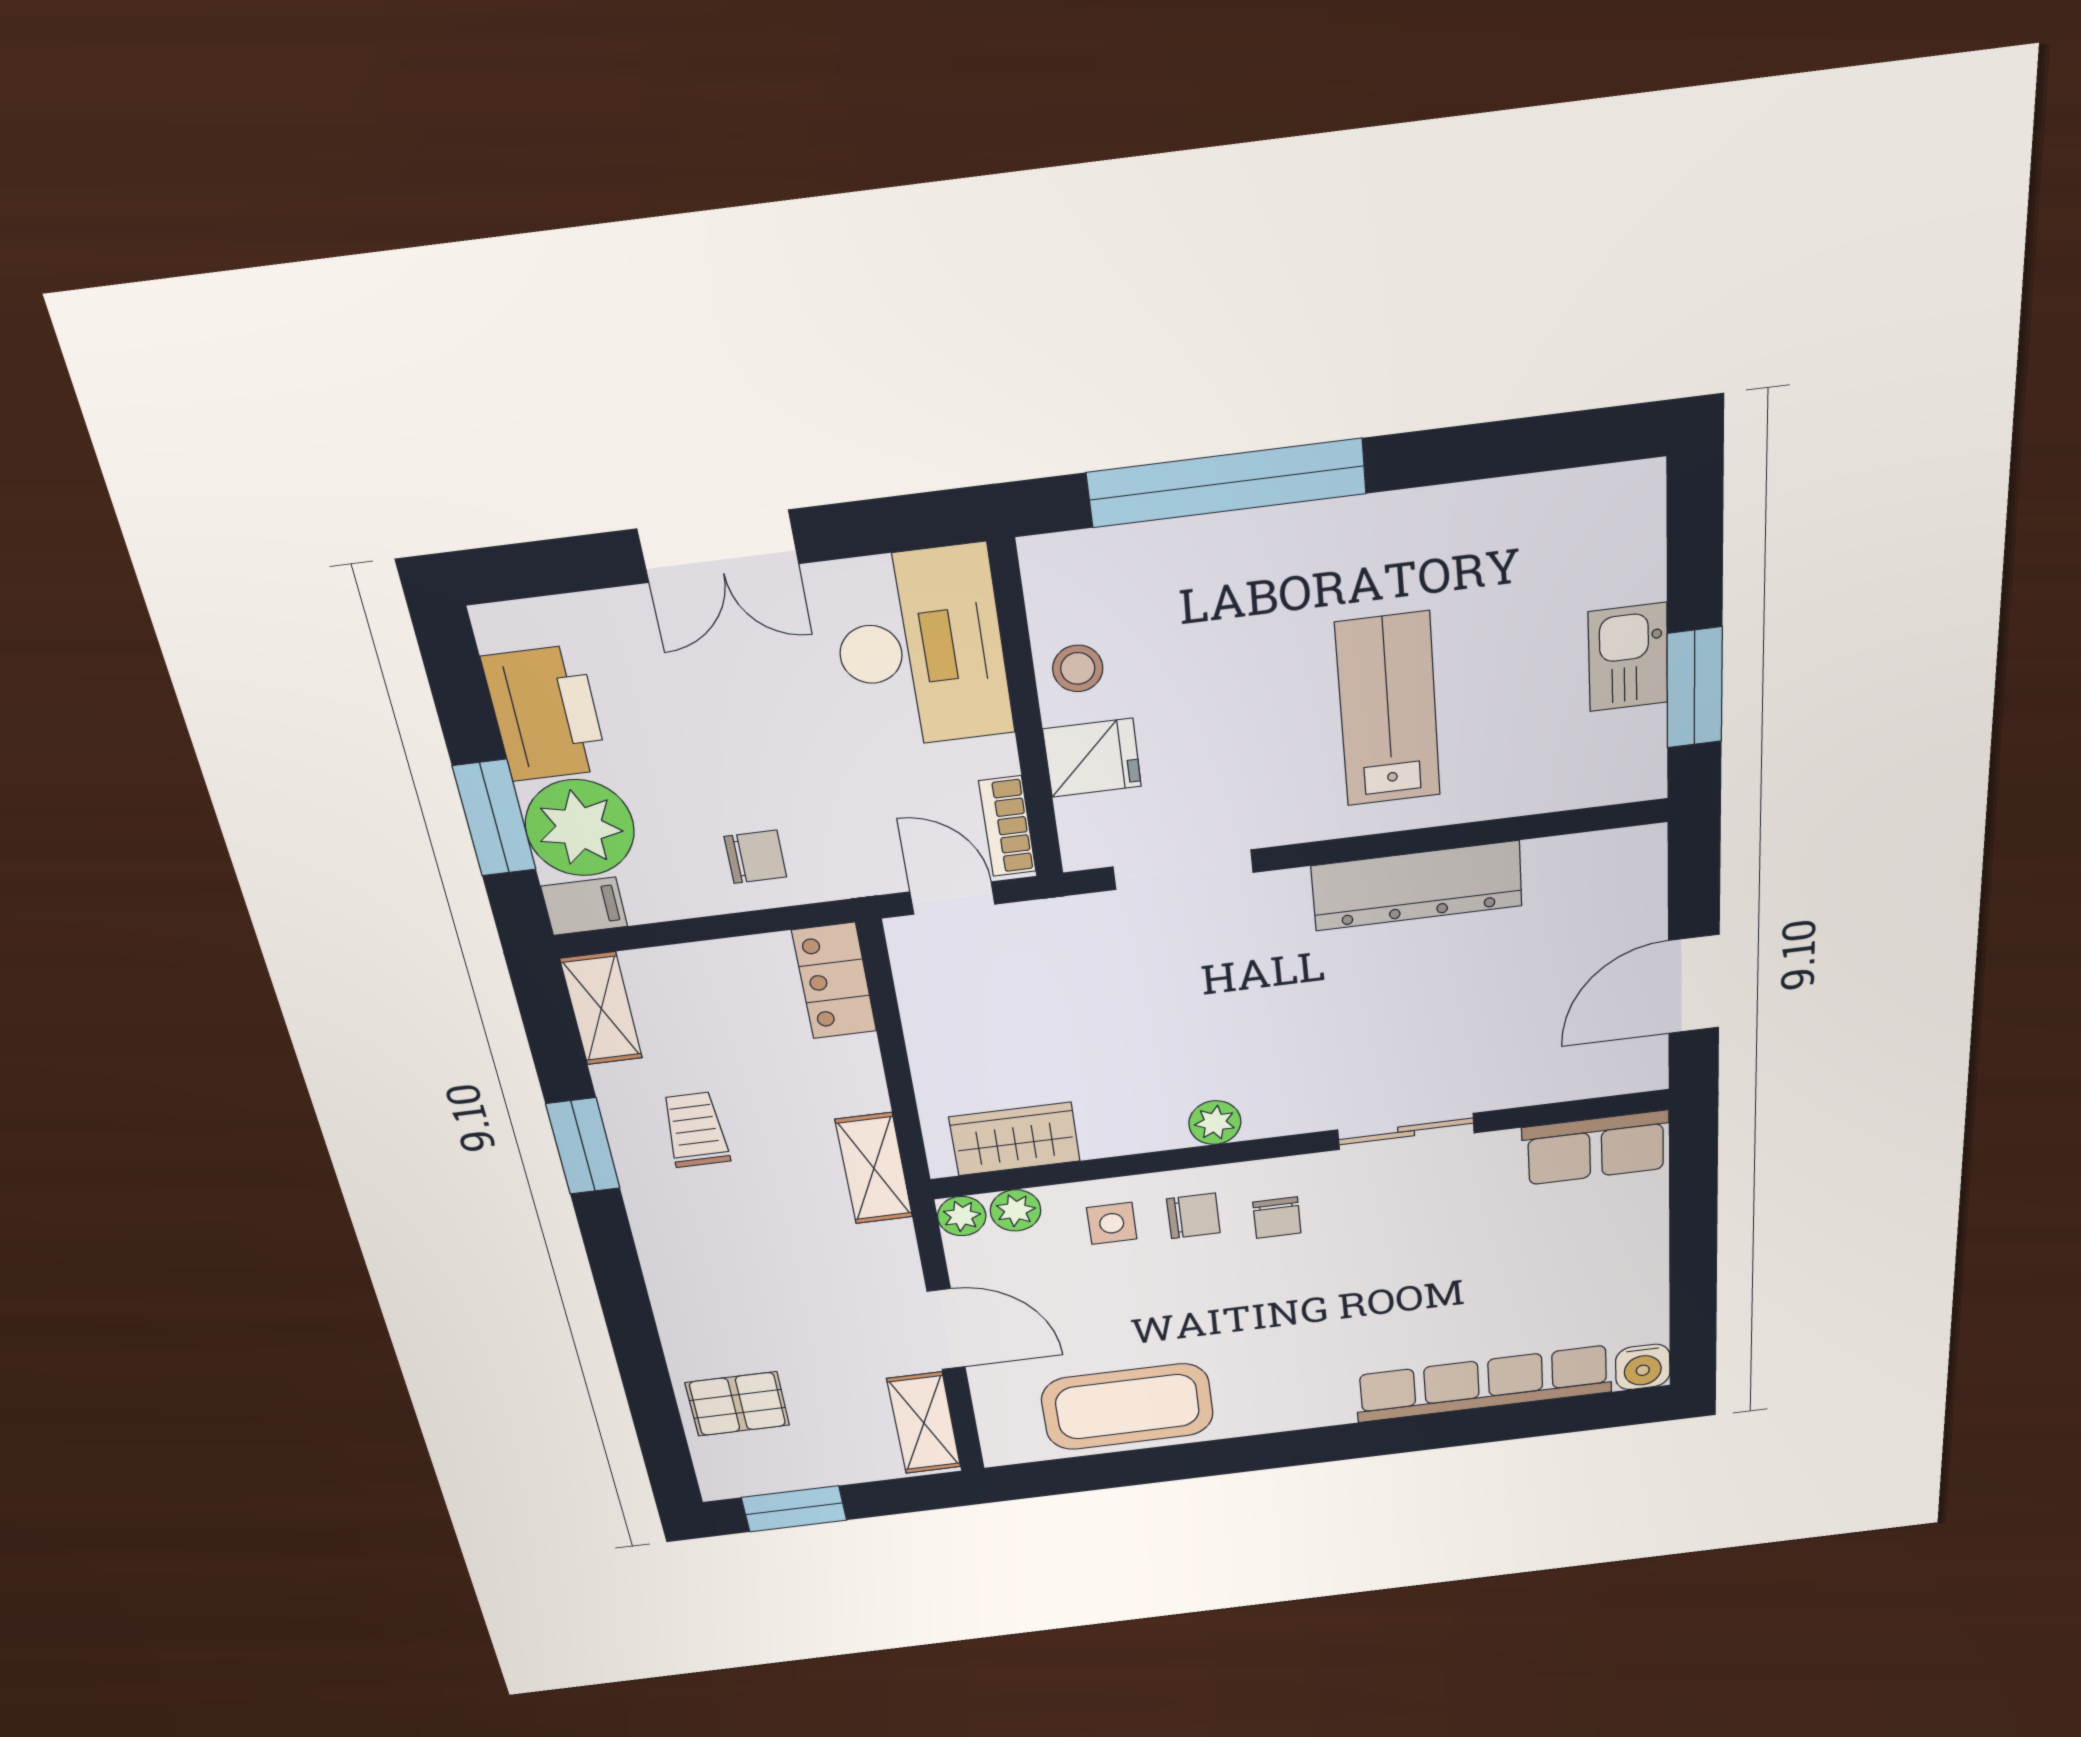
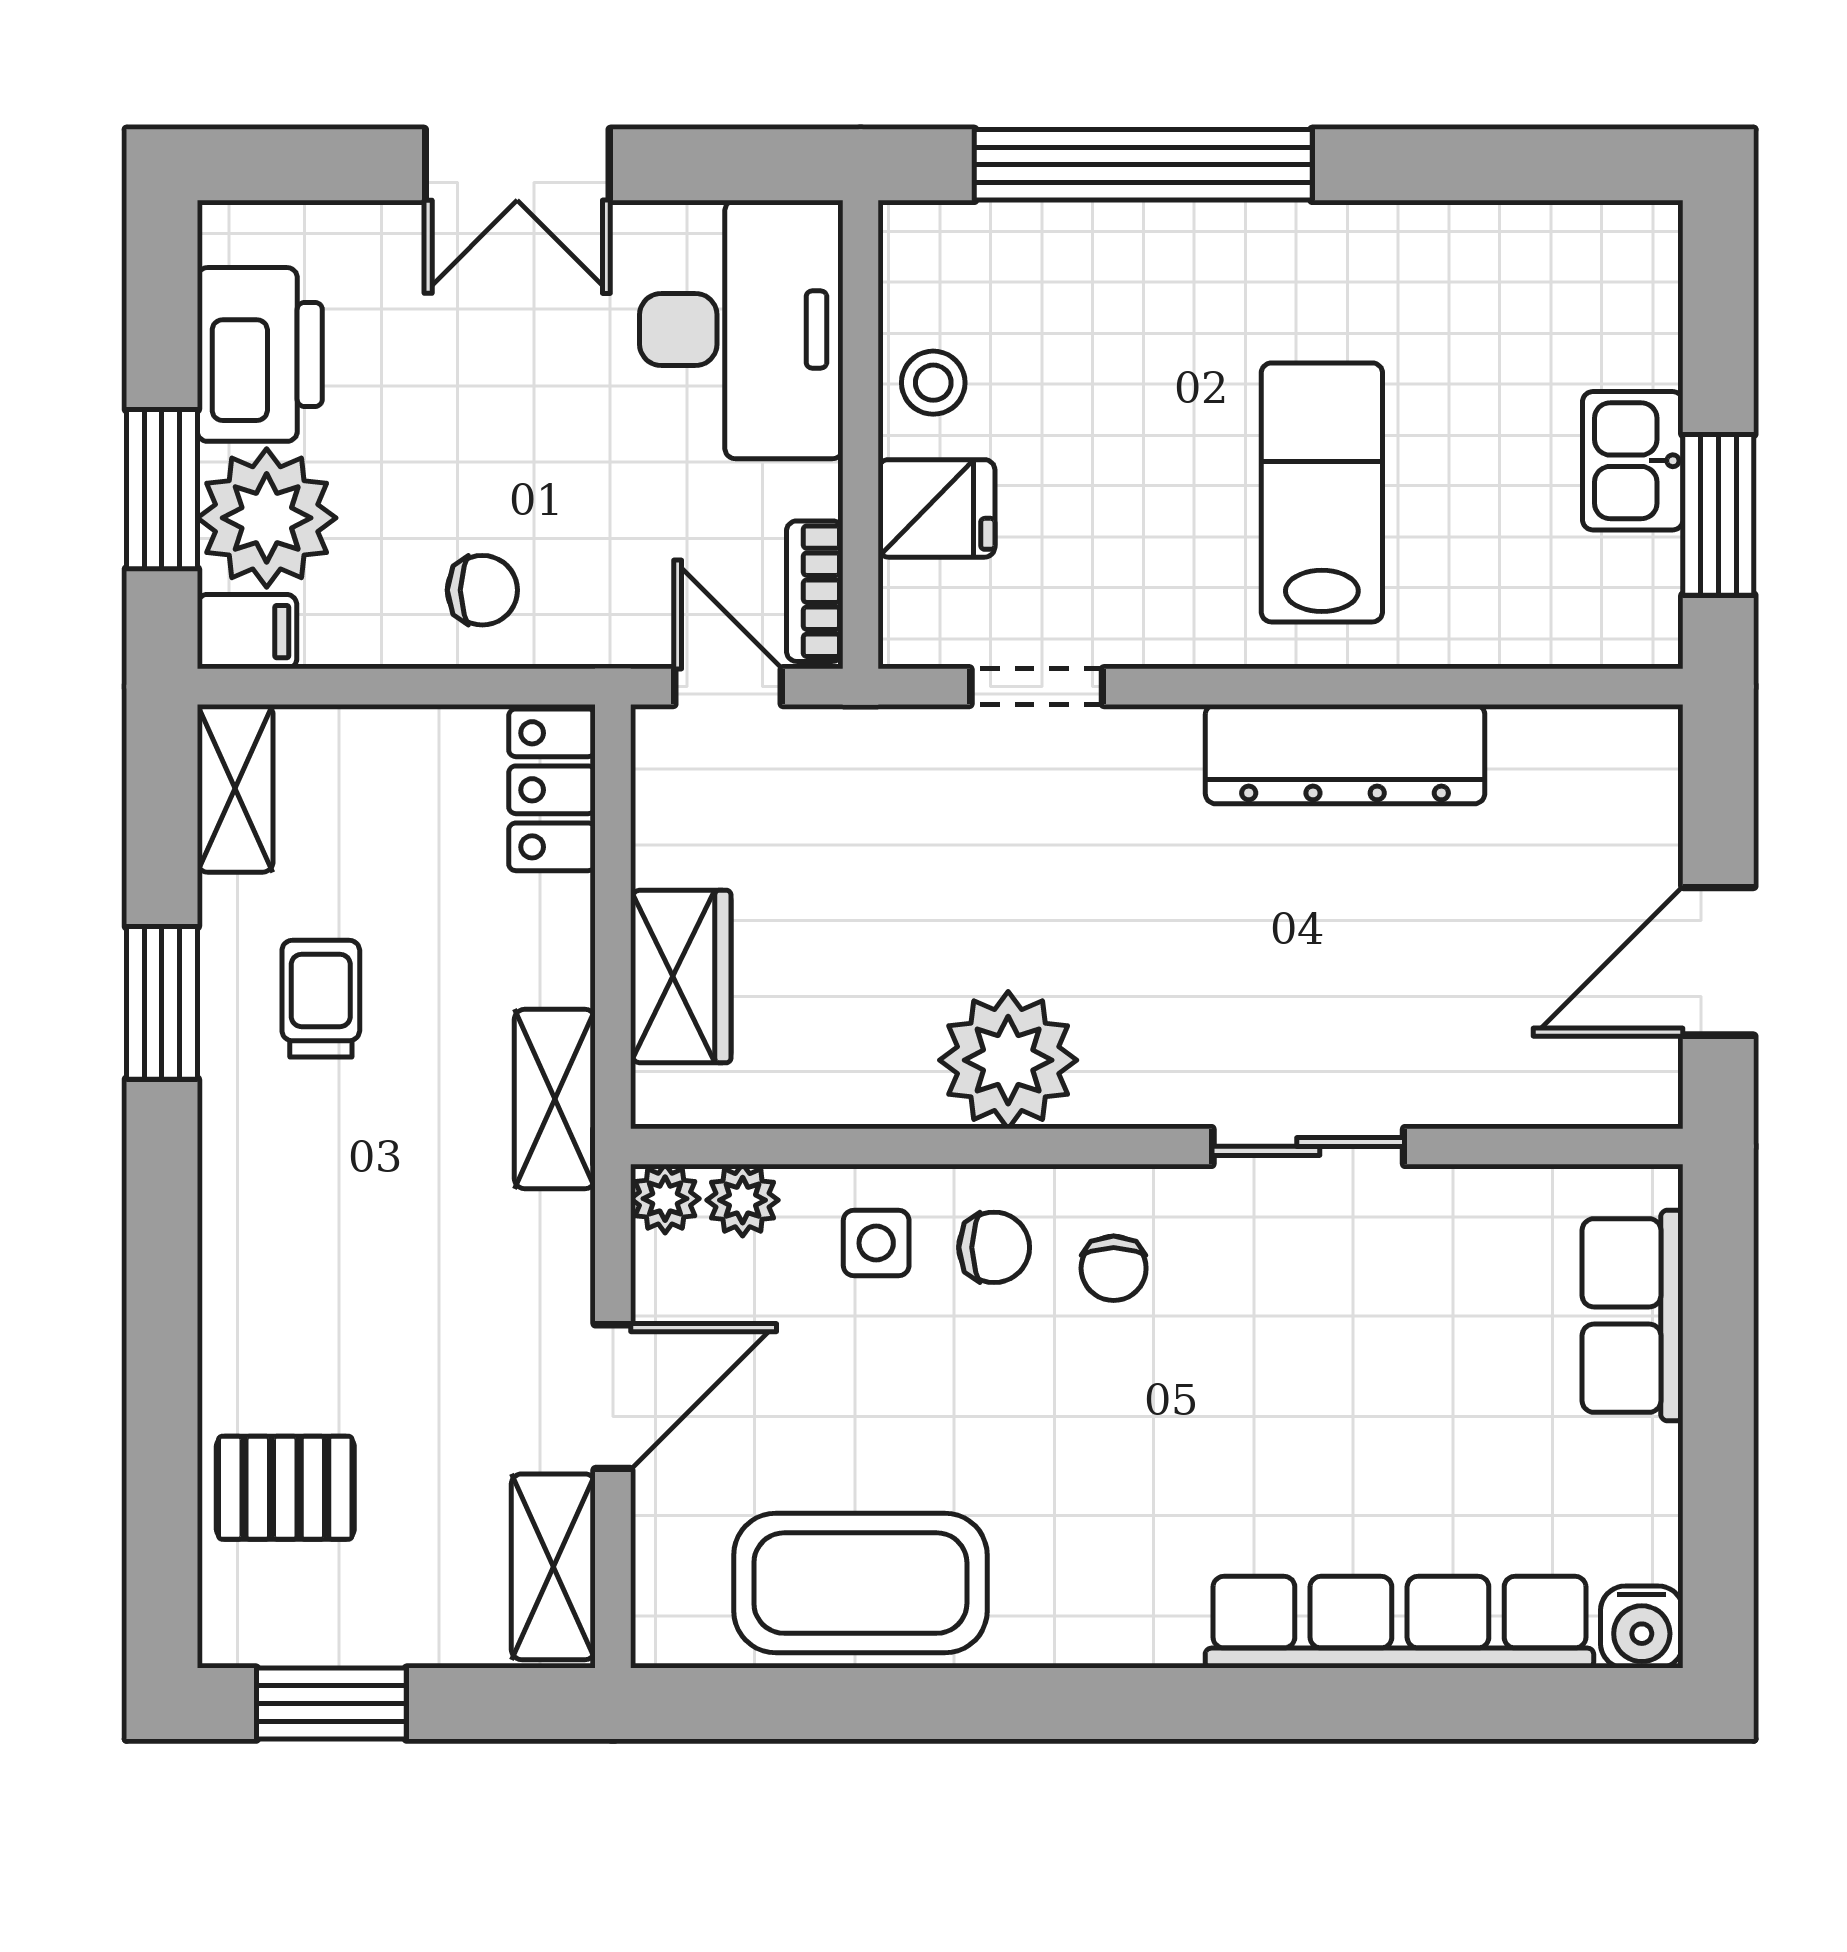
doorway: (1183, 870) -> (1037, 687), width x0.73
plant: (1215, 1123) -> (1008, 1060), width x1.87, depth x1.87
wardrobe: (1015, 1139) -> (681, 976), moved, turned 90
row of seats: (1596, 1148) -> (1633, 1316), moved, turned 90
door: (946, 1329) -> (613, 1397), hinge flipped

